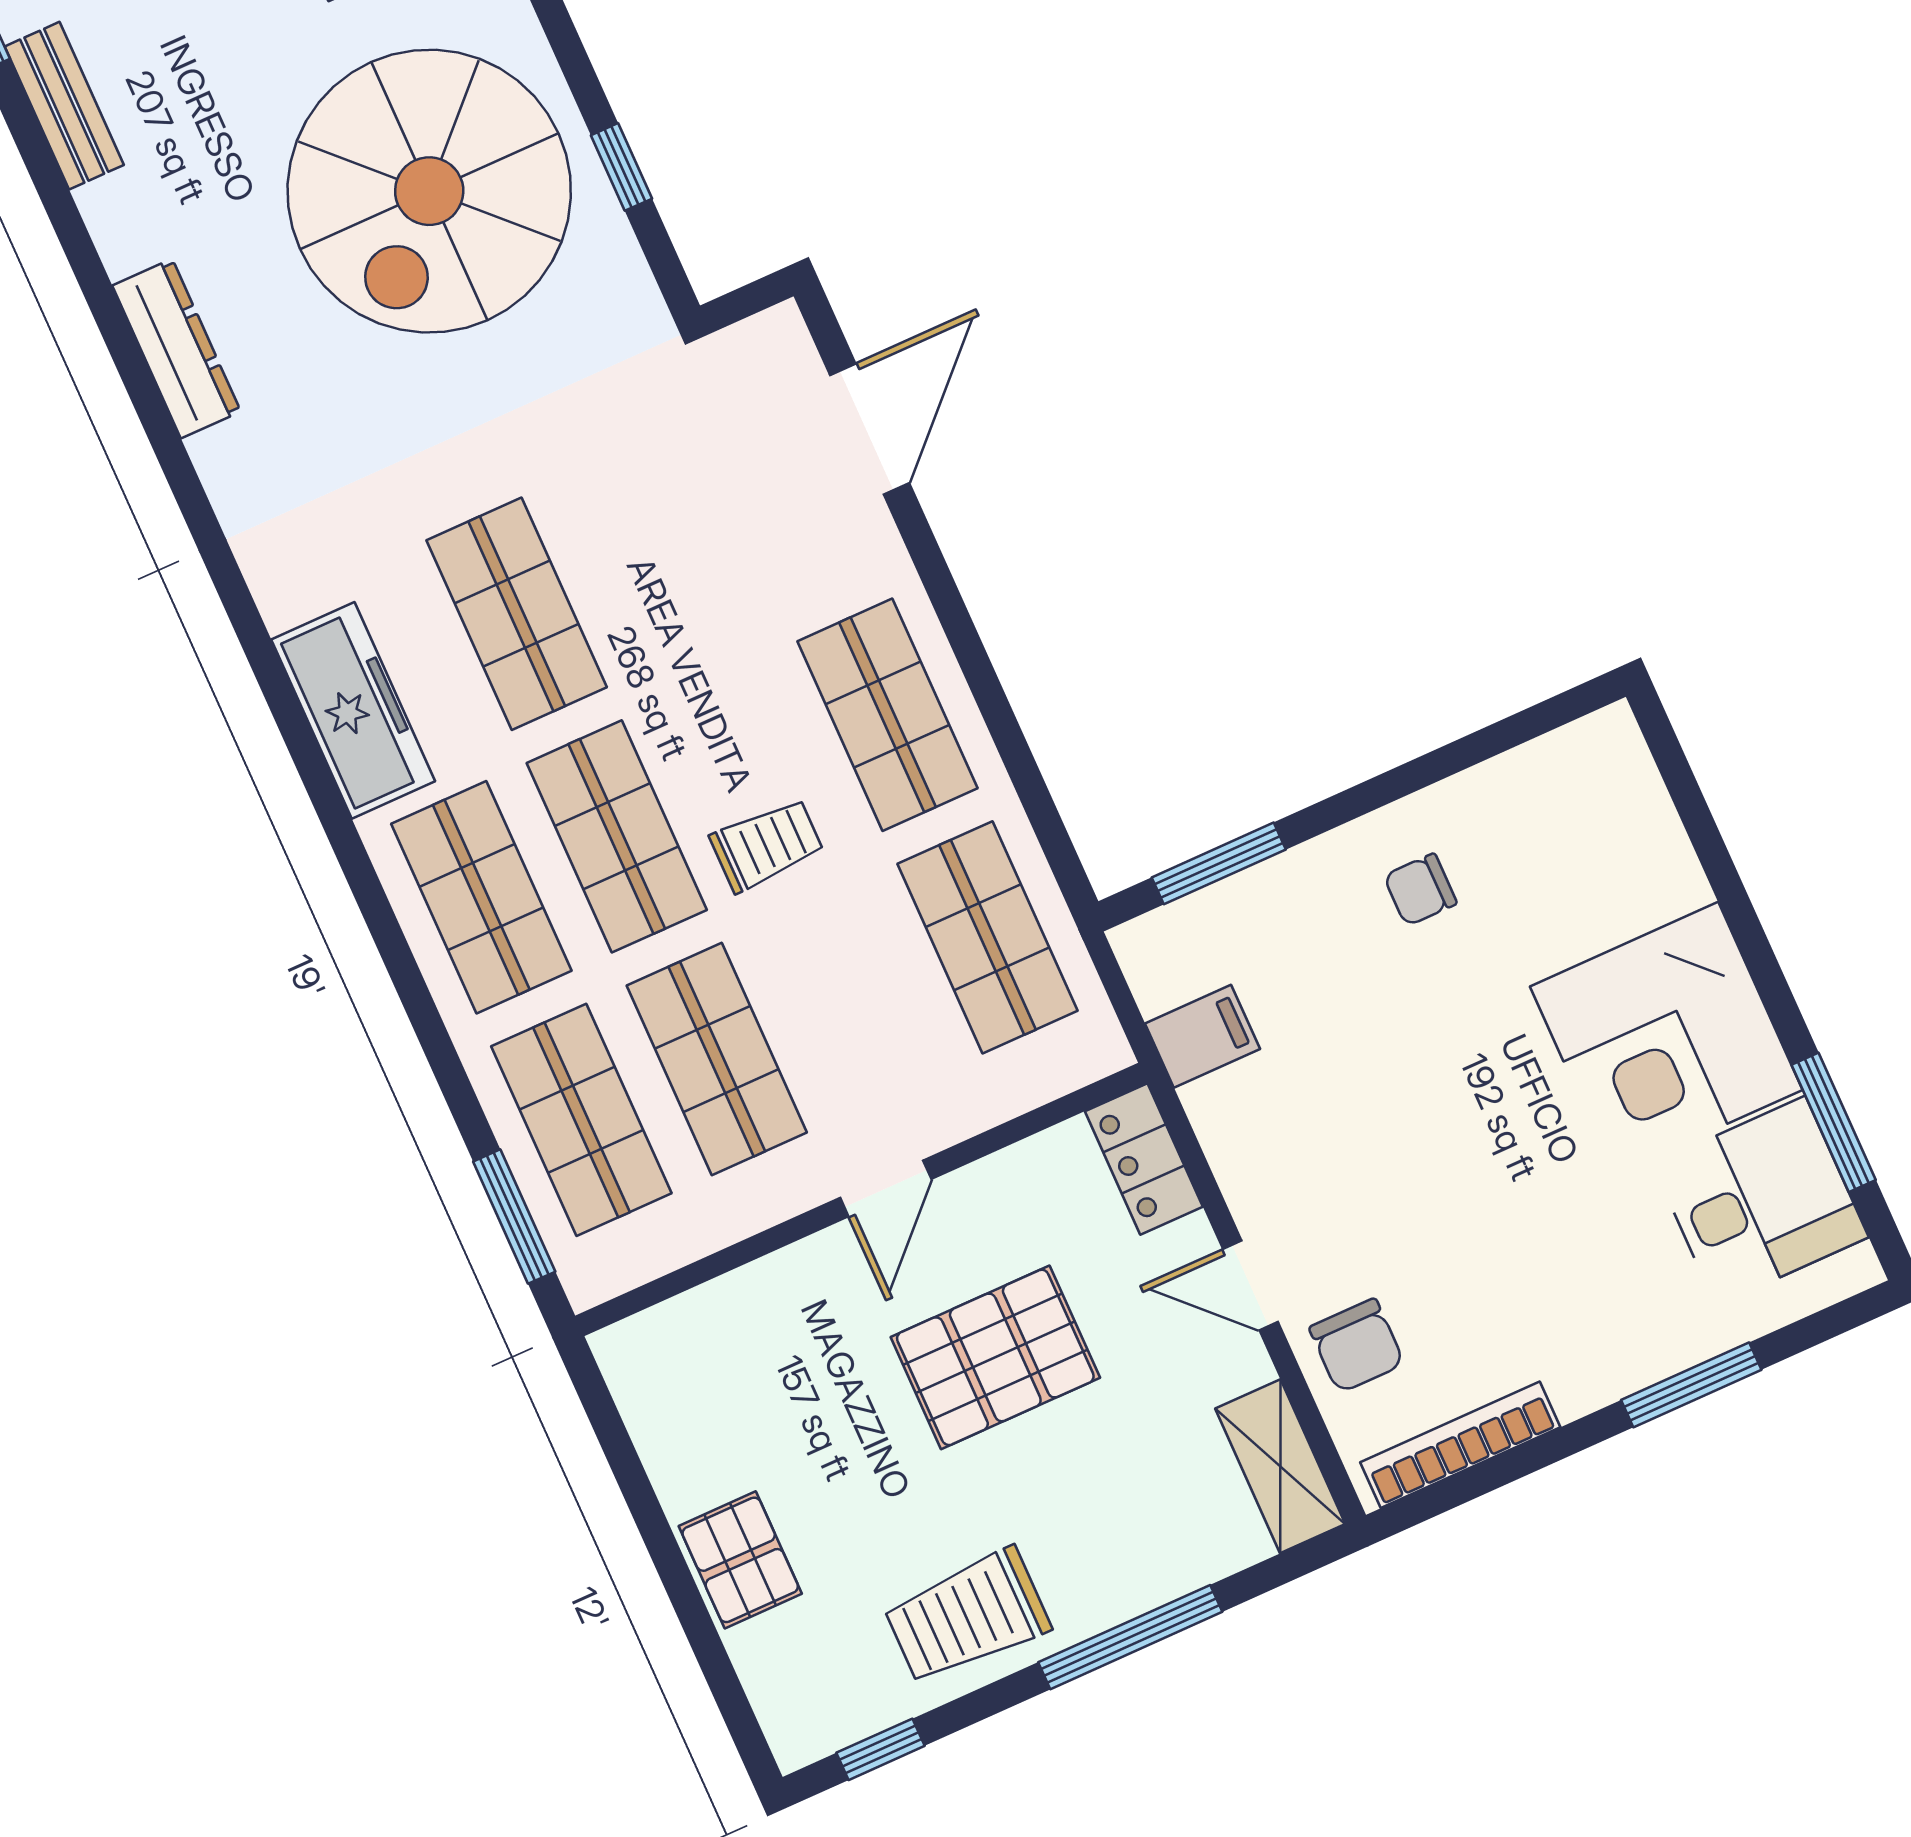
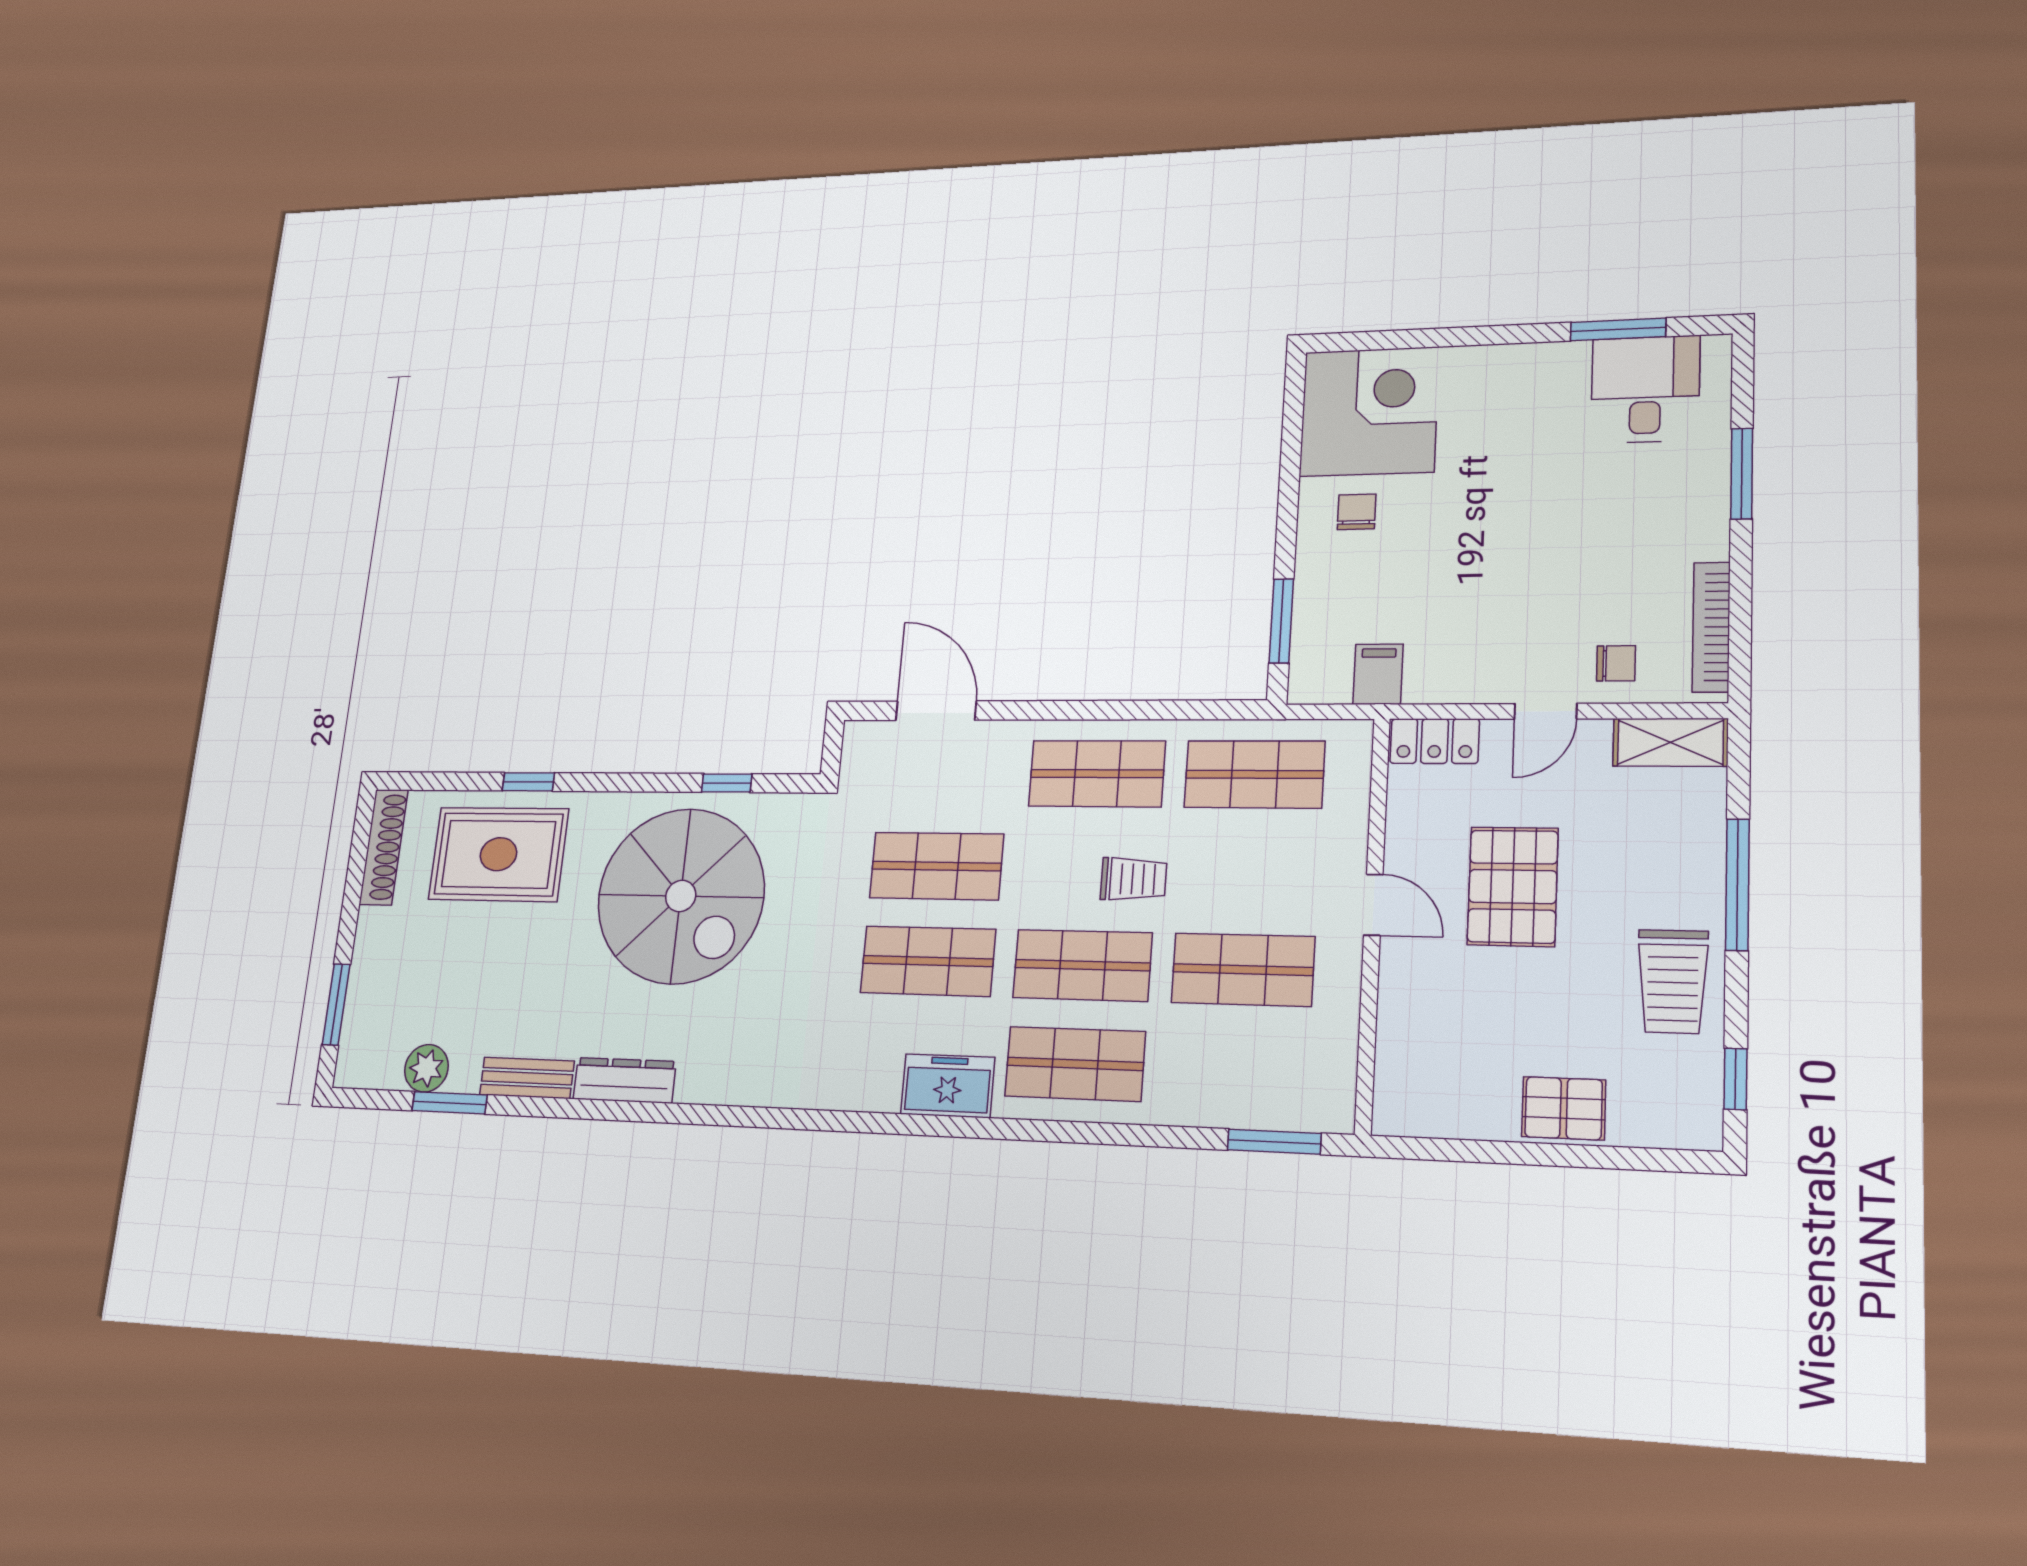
dresser: (176, 349) -> (624, 1080), moved
freezer: (353, 710) -> (948, 1086), width x0.71
trolley: (767, 845) -> (1133, 879), turned 90
chair: (1420, 890) -> (1357, 512), turned 180
corner desk: (1666, 1038) -> (1369, 412), moved, turned -90
shop shelf: (581, 1120) -> (936, 866), moved
chair: (1357, 1346) -> (1616, 663), width x0.73, depth x0.73

